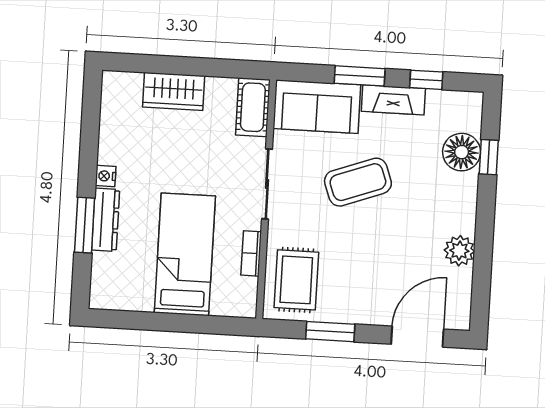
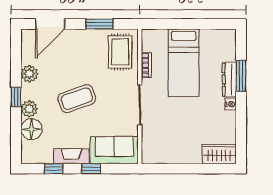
window: (360, 76) -> (91, 169), width x0.67
wardrobe: (174, 91) -> (219, 154), moved
cot: (253, 107) -> (150, 148), removed
window: (489, 157) -> (16, 97), moved
coffee table: (358, 182) -> (77, 99), moved
plant: (463, 188) -> (29, 109), added

